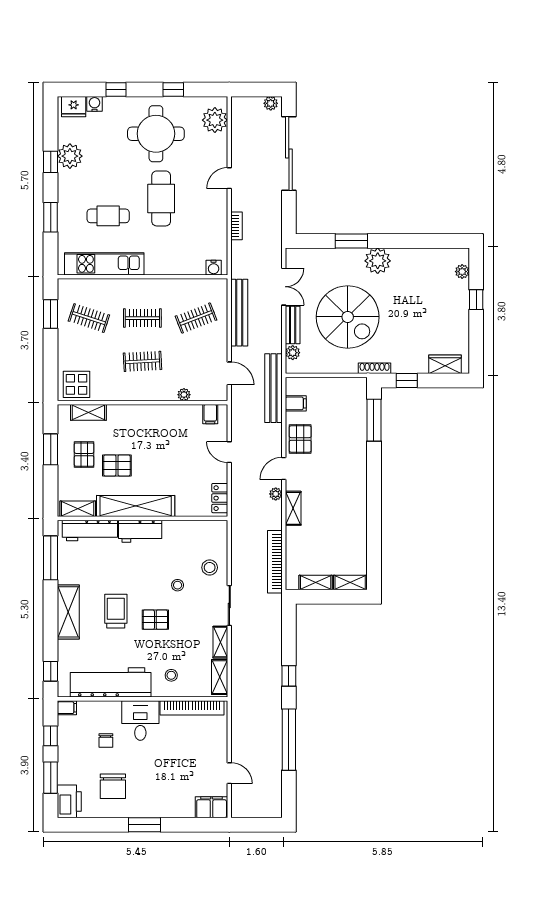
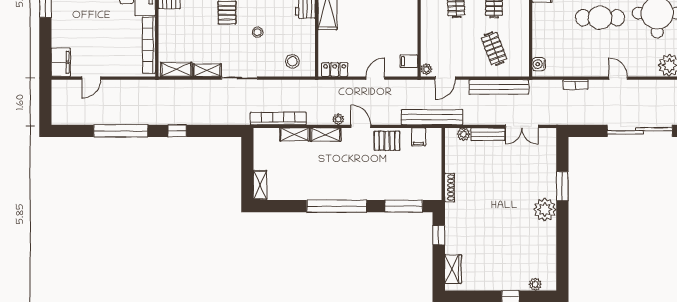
spiral stairs: (348, 317) -> (495, 183), removed
shoe rack: (375, 368) -> (450, 188), moved
plant: (184, 395) -> (426, 69), moved
window: (374, 496) -> (337, 206), added
stool: (210, 567) -> (292, 61), moved
shelving: (316, 582) -> (295, 134), moved, turned 90
stool: (171, 675) -> (178, 27), removed

